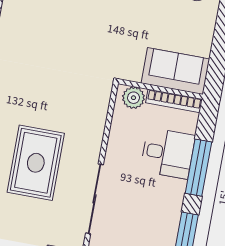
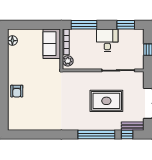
desk: (168, 153) -> (107, 40), moved
window: (198, 168) -> (84, 25), moved

